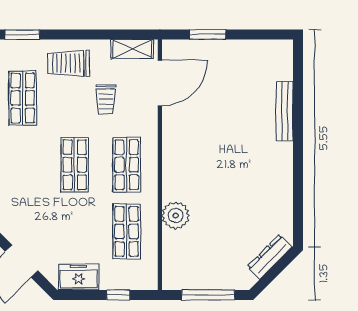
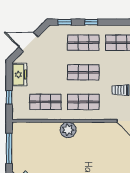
shop shelf: (23, 165) -> (83, 43), added
plant: (176, 215) -> (68, 130), moved

